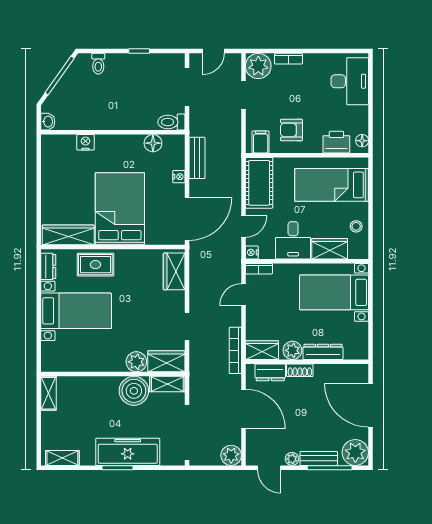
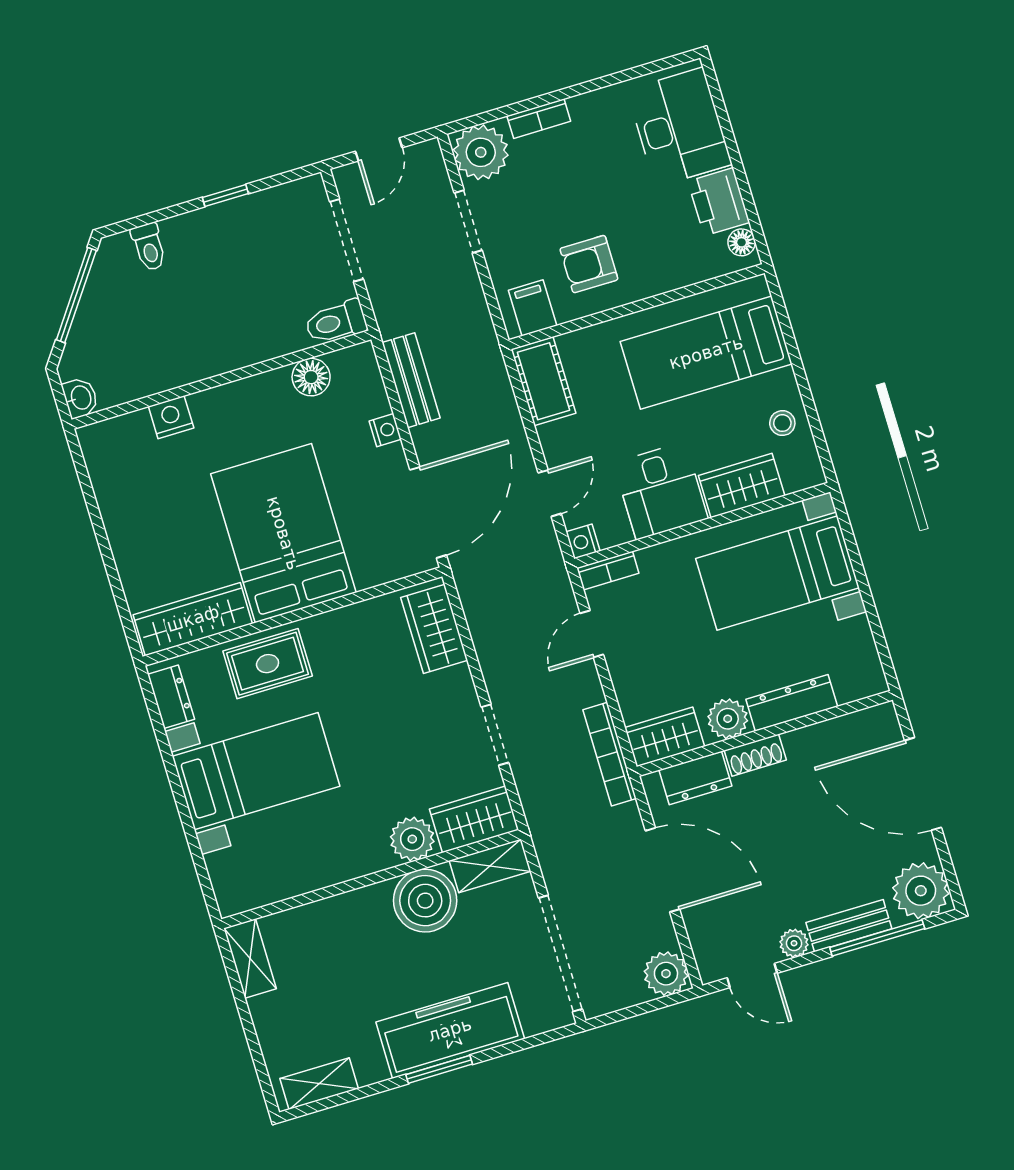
printer: (336, 142) -> (719, 202), moved, turned -90
cot: (259, 183) -> (544, 381), width x0.73, depth x0.75

